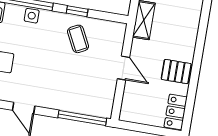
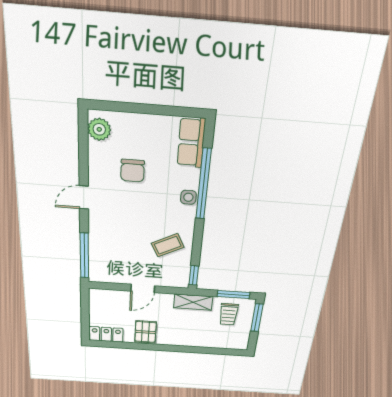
window: (77, 11) -> (194, 275), moved

